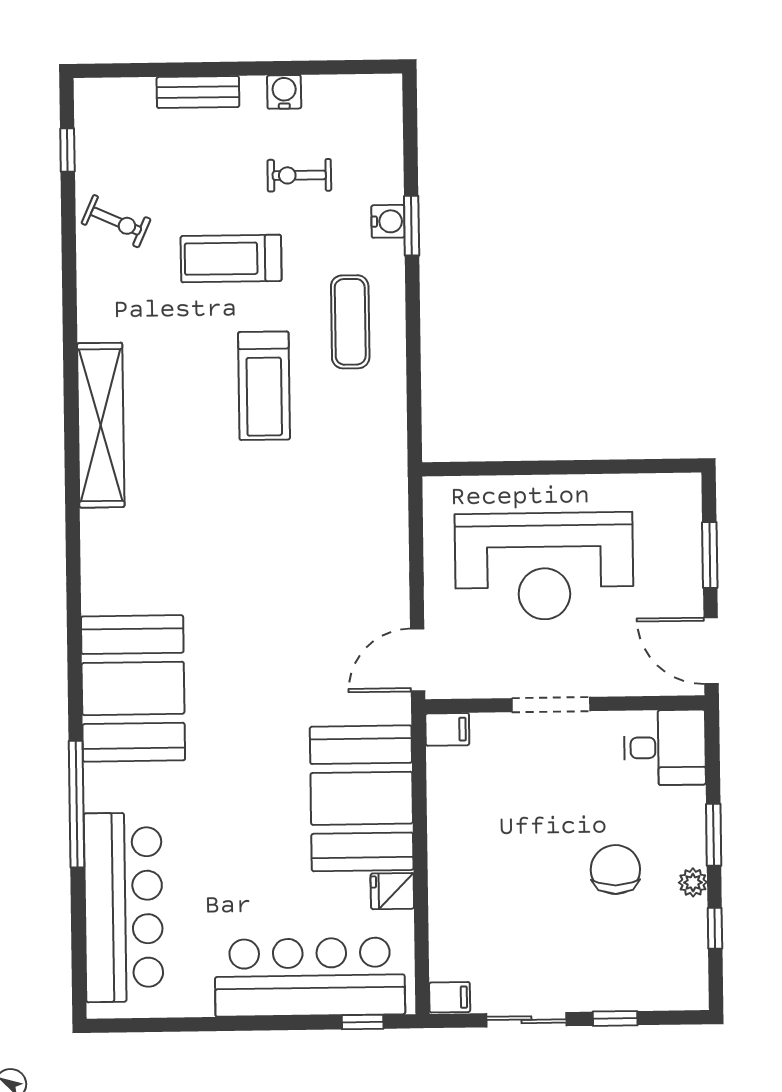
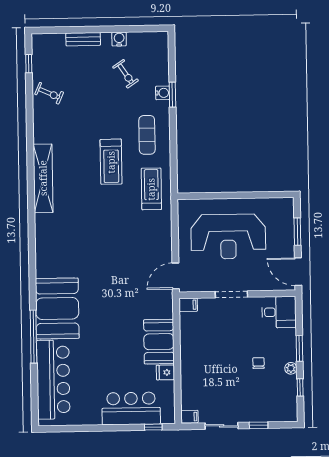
exercise bike: (299, 175) -> (126, 74), turned -124
treadmill: (231, 259) -> (151, 189), moved, turned 90
booth: (133, 688) -> (57, 308), moved
booth: (362, 798) -> (159, 342), width x0.73, depth x0.70
chair: (615, 870) -> (258, 363), width x0.54, depth x0.54
bar counter: (310, 977) -> (131, 408), width x0.73

